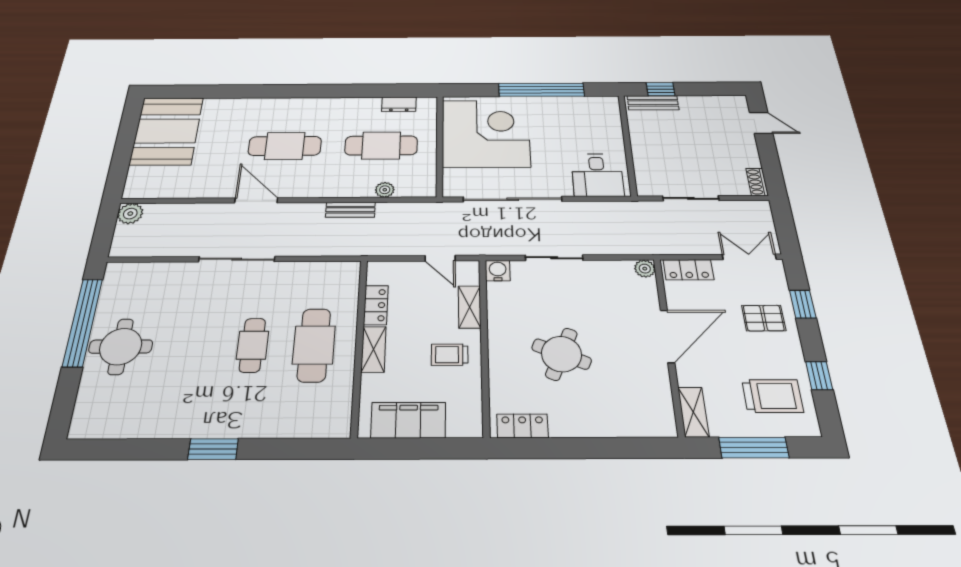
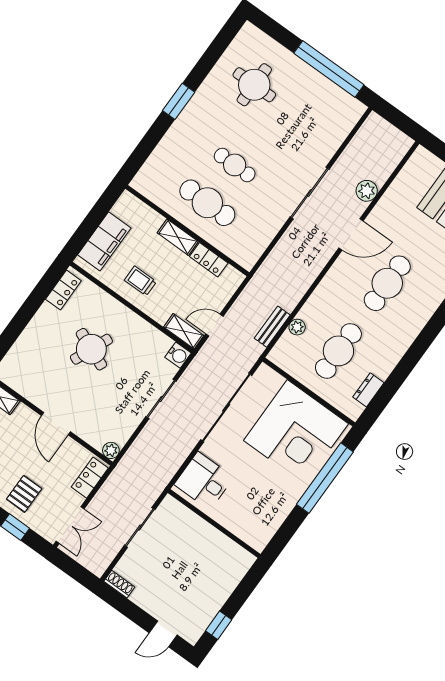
window: (661, 89) -> (219, 625), moved
window: (541, 90) -> (325, 478), moved
bench: (653, 103) -> (236, 573), removed
bench: (350, 210) -> (272, 327), moved
plant: (130, 214) -> (367, 191), moved
shelving: (470, 307) -> (184, 331), moved
door: (668, 336) -> (56, 424), width x0.73
round table: (121, 347) -> (254, 85), moved
trolley: (450, 355) -> (140, 281), turned -90
filing cabinet: (408, 420) -> (104, 241), moved

